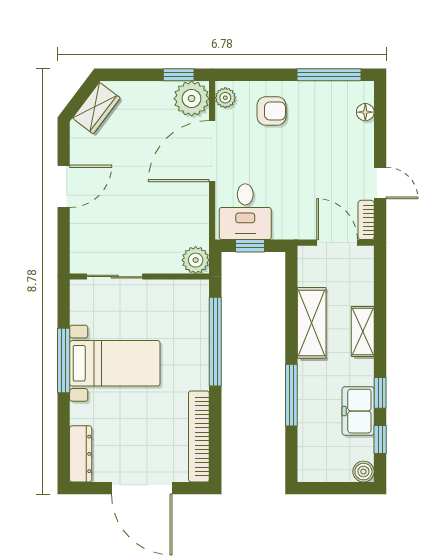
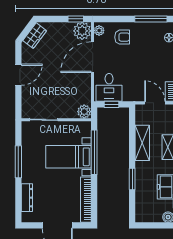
bed with nightstands: (115, 363) -> (69, 157), moved, turned 180
window: (291, 395) -> (132, 179), width x0.69
dresser: (81, 454) -> (27, 198), moved

